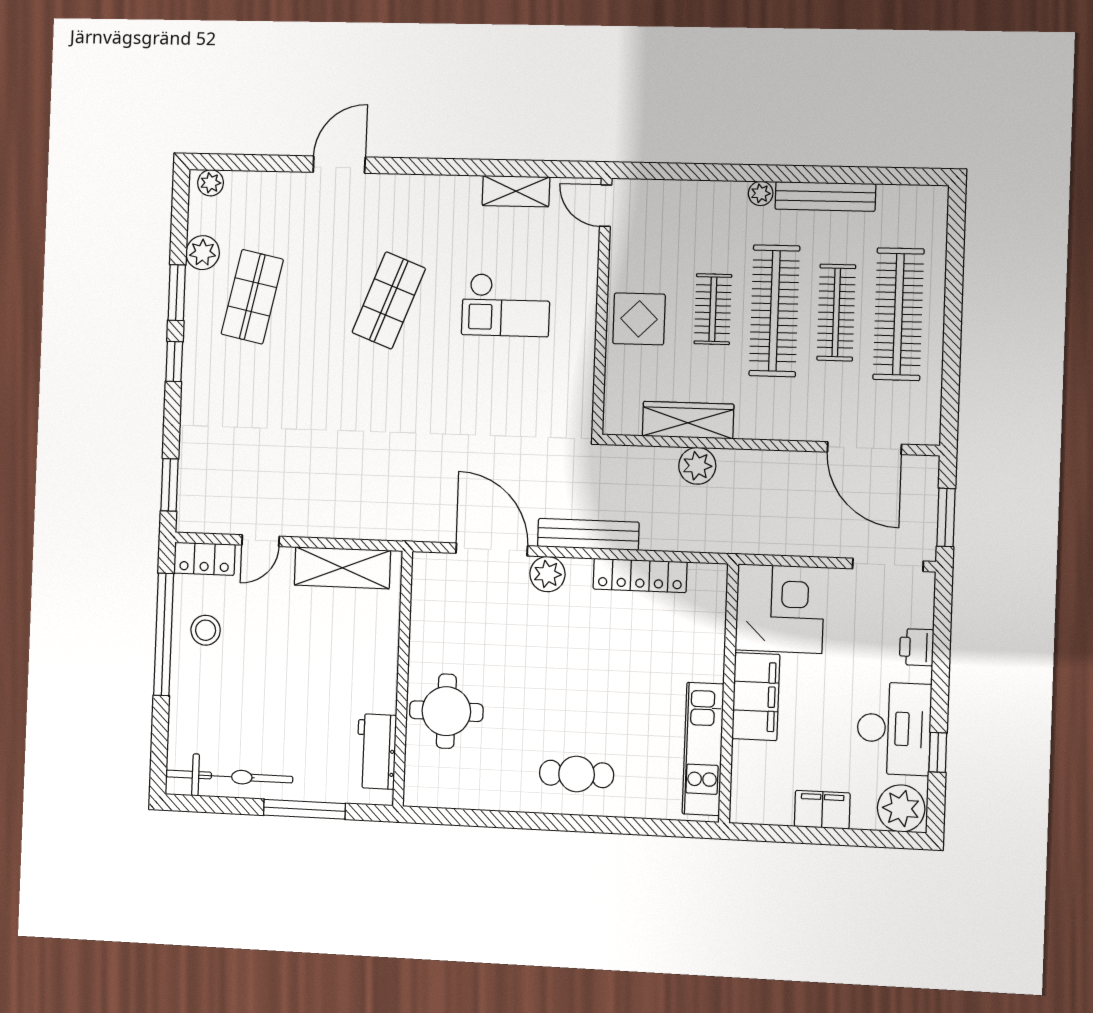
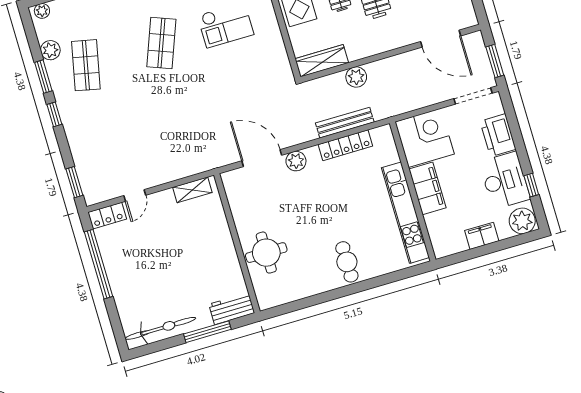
wardrobe: (688, 420) -> (322, 61), moved
bench: (588, 534) -> (345, 123), moved
shelving: (342, 568) -> (192, 190), width x0.67, depth x0.75
stool: (206, 630) -> (121, 254), removed
printer: (917, 647) -> (498, 135), width x1.87, depth x1.48
kitchen unit: (703, 749) -> (405, 213), width x1.36
workbench: (376, 751) -> (232, 309), moved, turned 90
cafe table: (577, 774) -> (347, 262), turned 90

